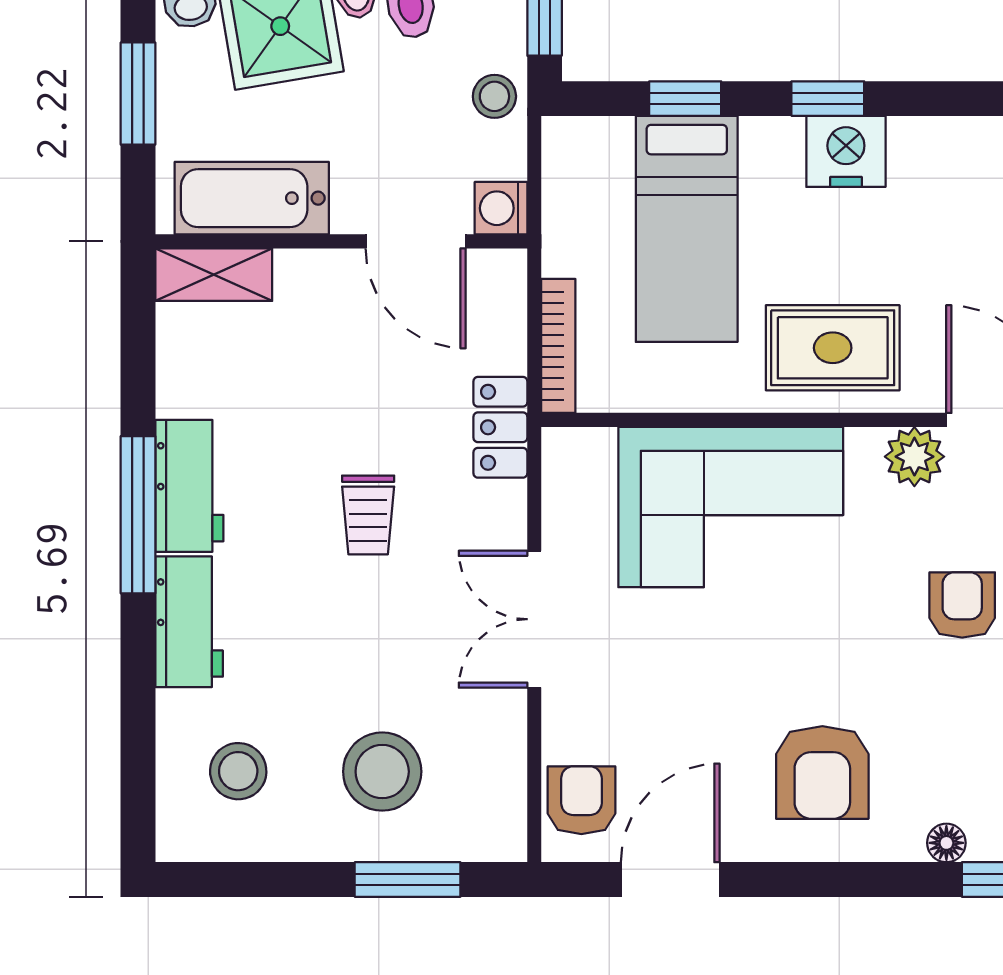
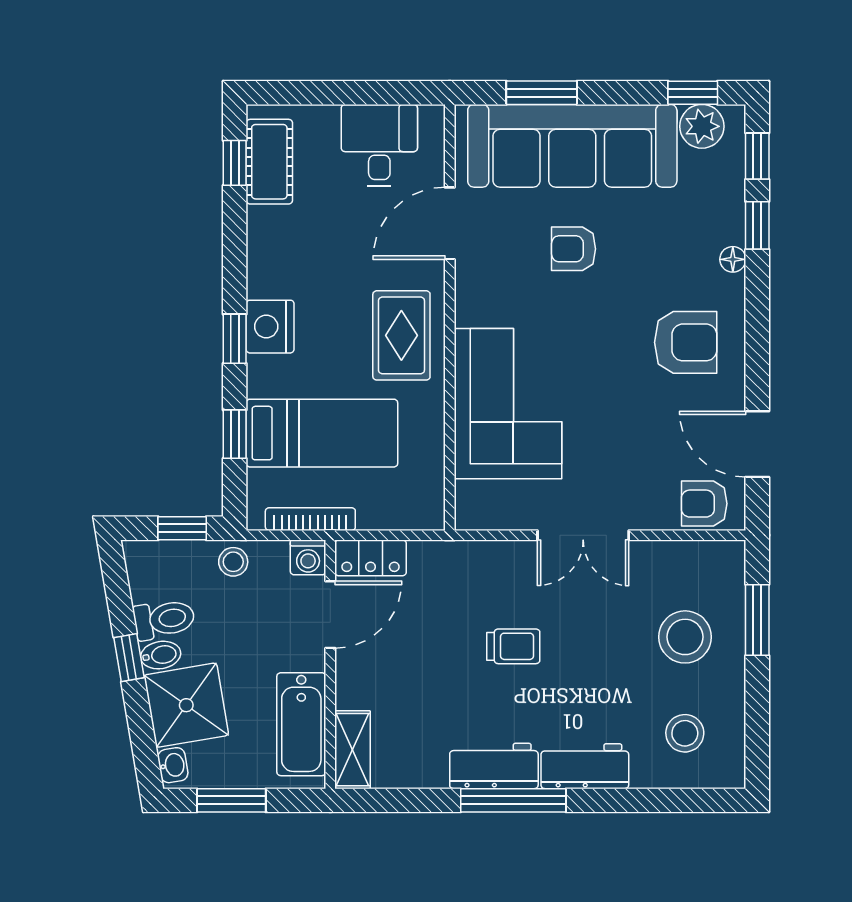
bookcase: (558, 346) -> (310, 519), moved
locker: (500, 427) -> (371, 558), moved
plant: (914, 457) -> (474, 281), removed

